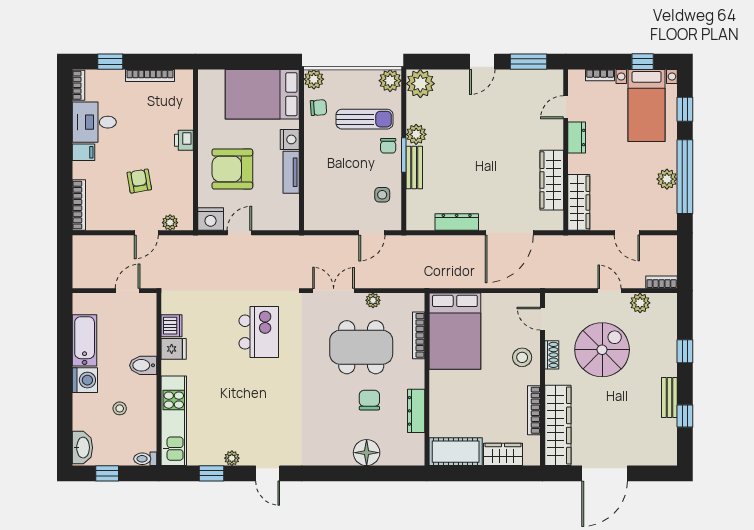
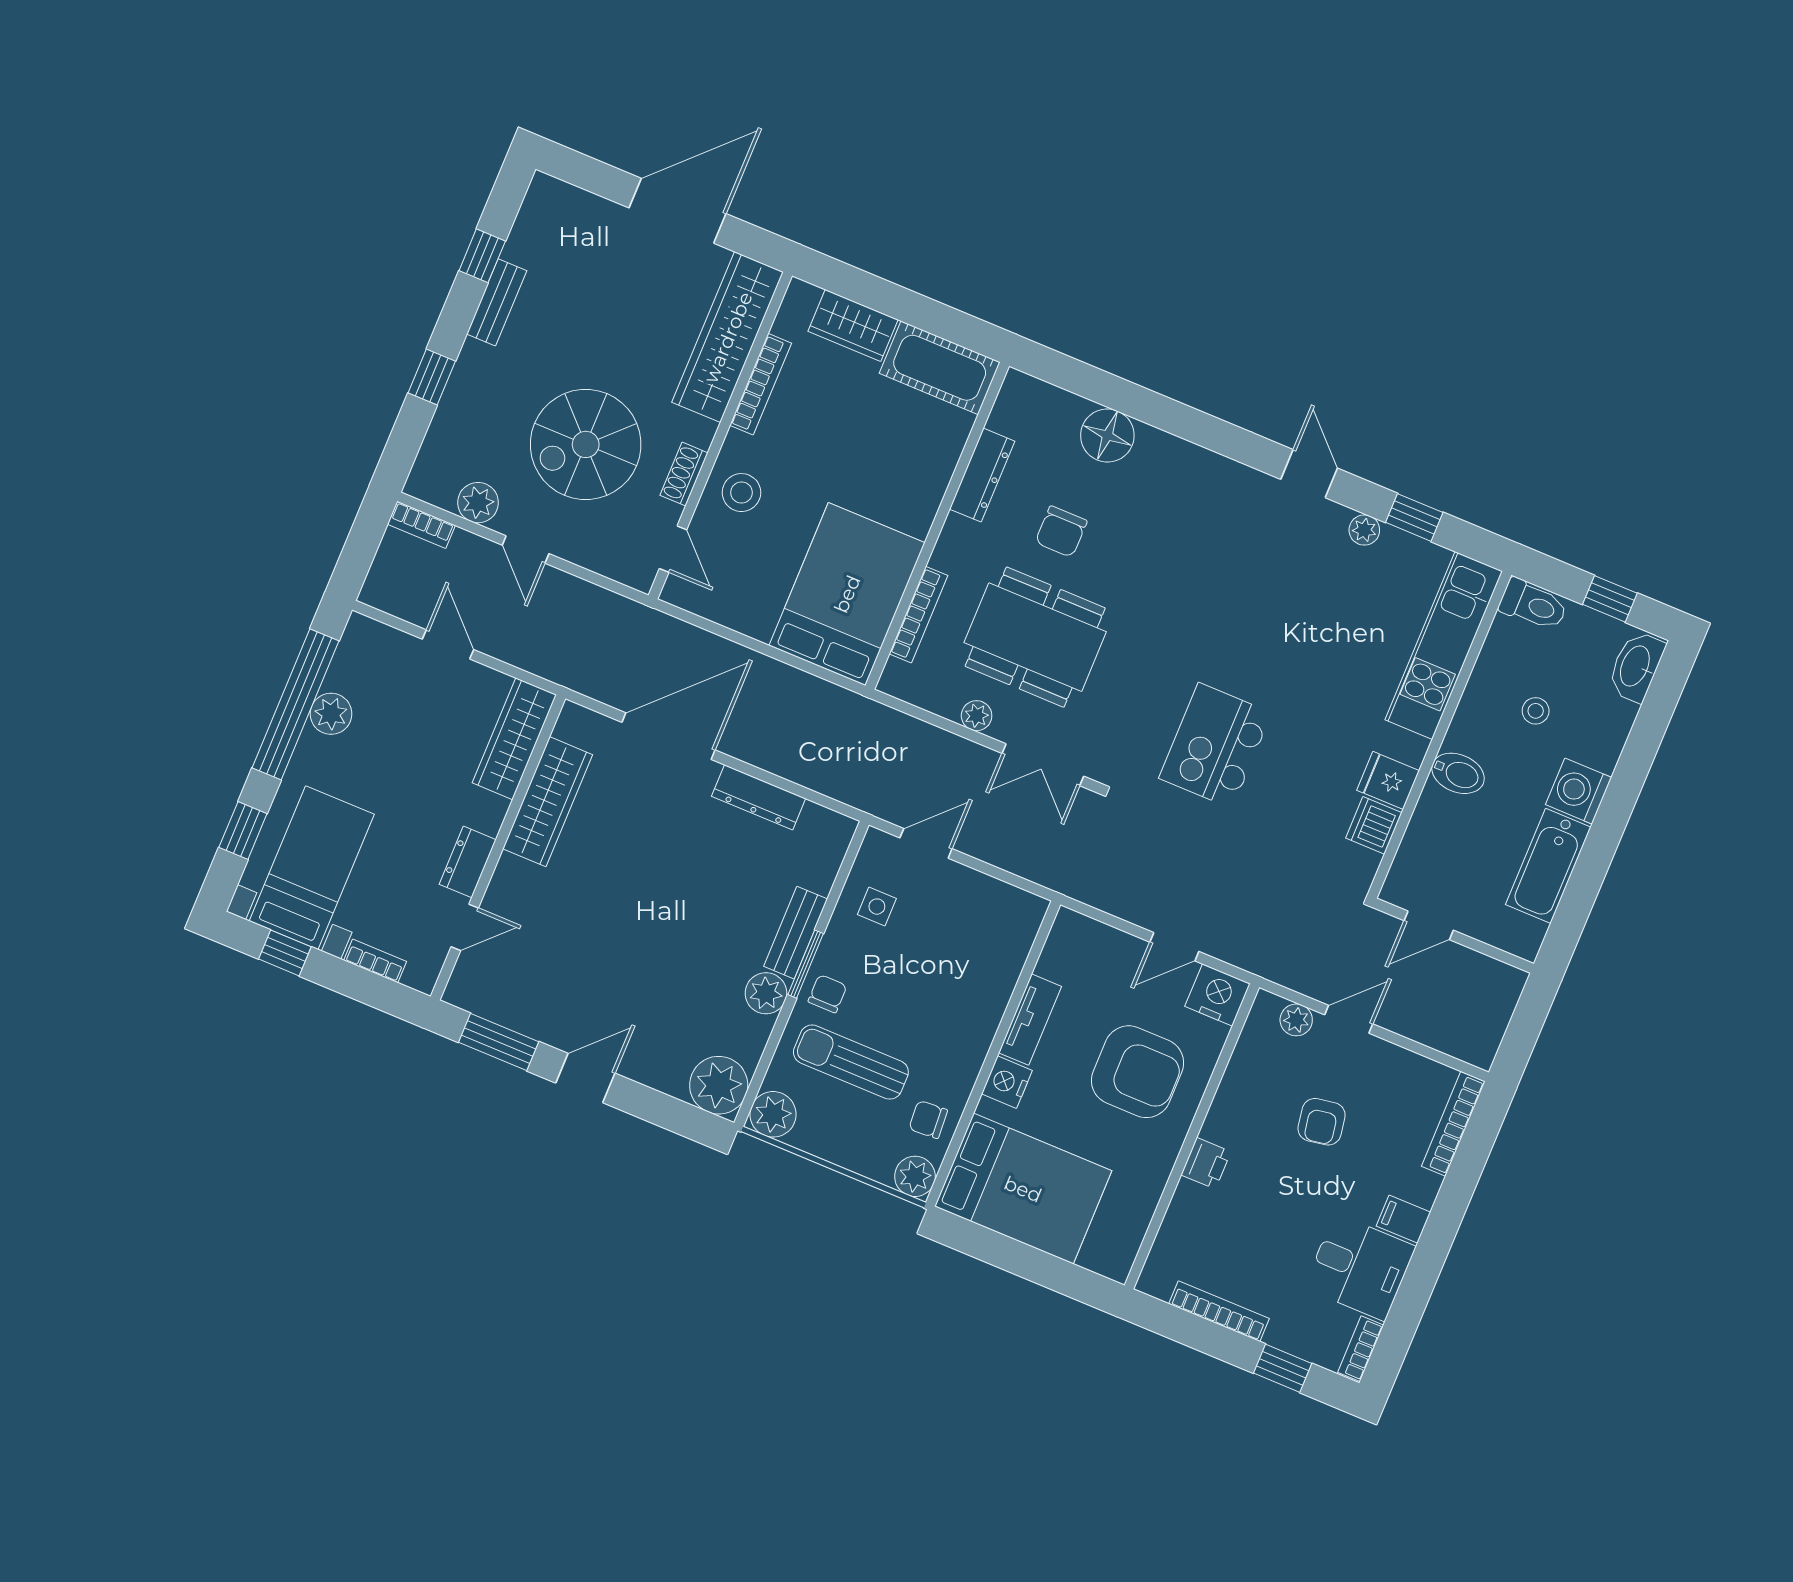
toilet: (145, 459) -> (1533, 605), width x1.37, depth x1.39

